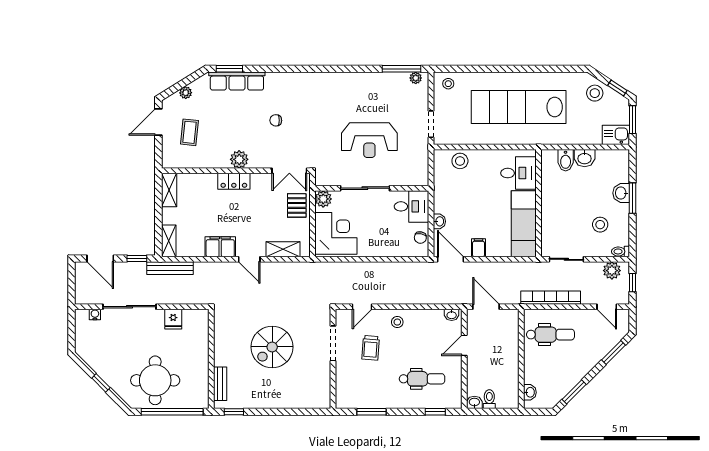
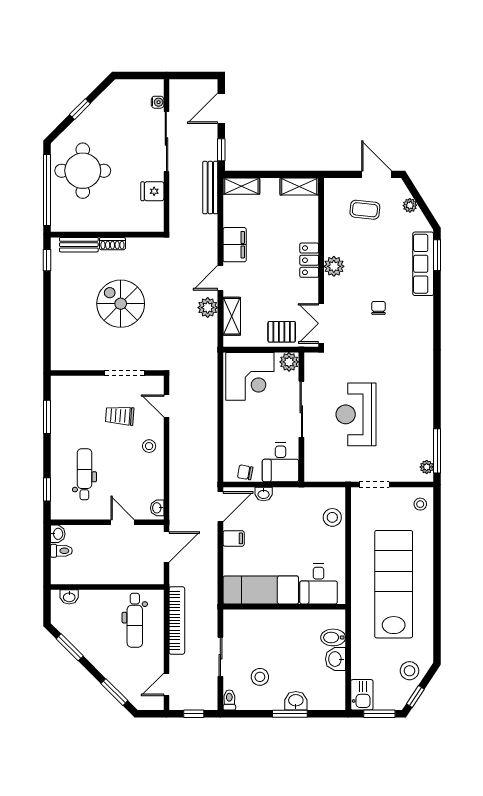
sliding door: (566, 259) -> (220, 657), moved
plant: (612, 271) -> (208, 308), moved
shoe rack: (219, 354) -> (112, 244), added
dental chair: (422, 379) -> (84, 474), turned 180

